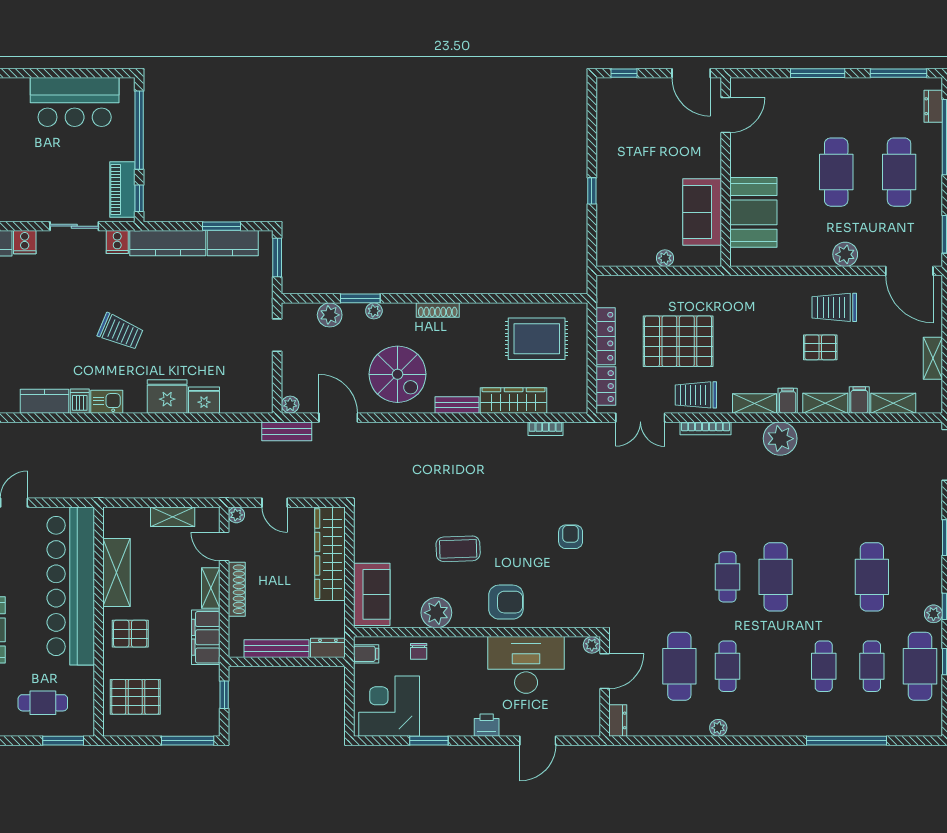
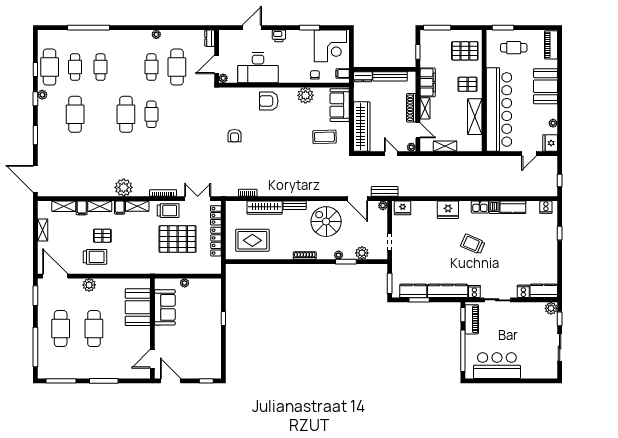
dresser: (933, 106) -> (42, 363), removed
fridge: (204, 400) -> (403, 208), moved
coffee table: (458, 549) -> (324, 137), moved

